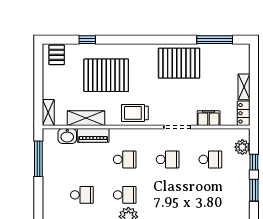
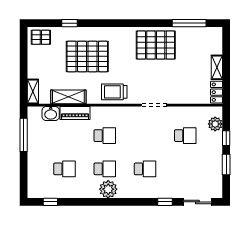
pallet: (57, 55) -> (41, 37), turned 90
filing cabinet: (209, 118) -> (183, 97), removed
school desk: (168, 159) -> (145, 169), moved

